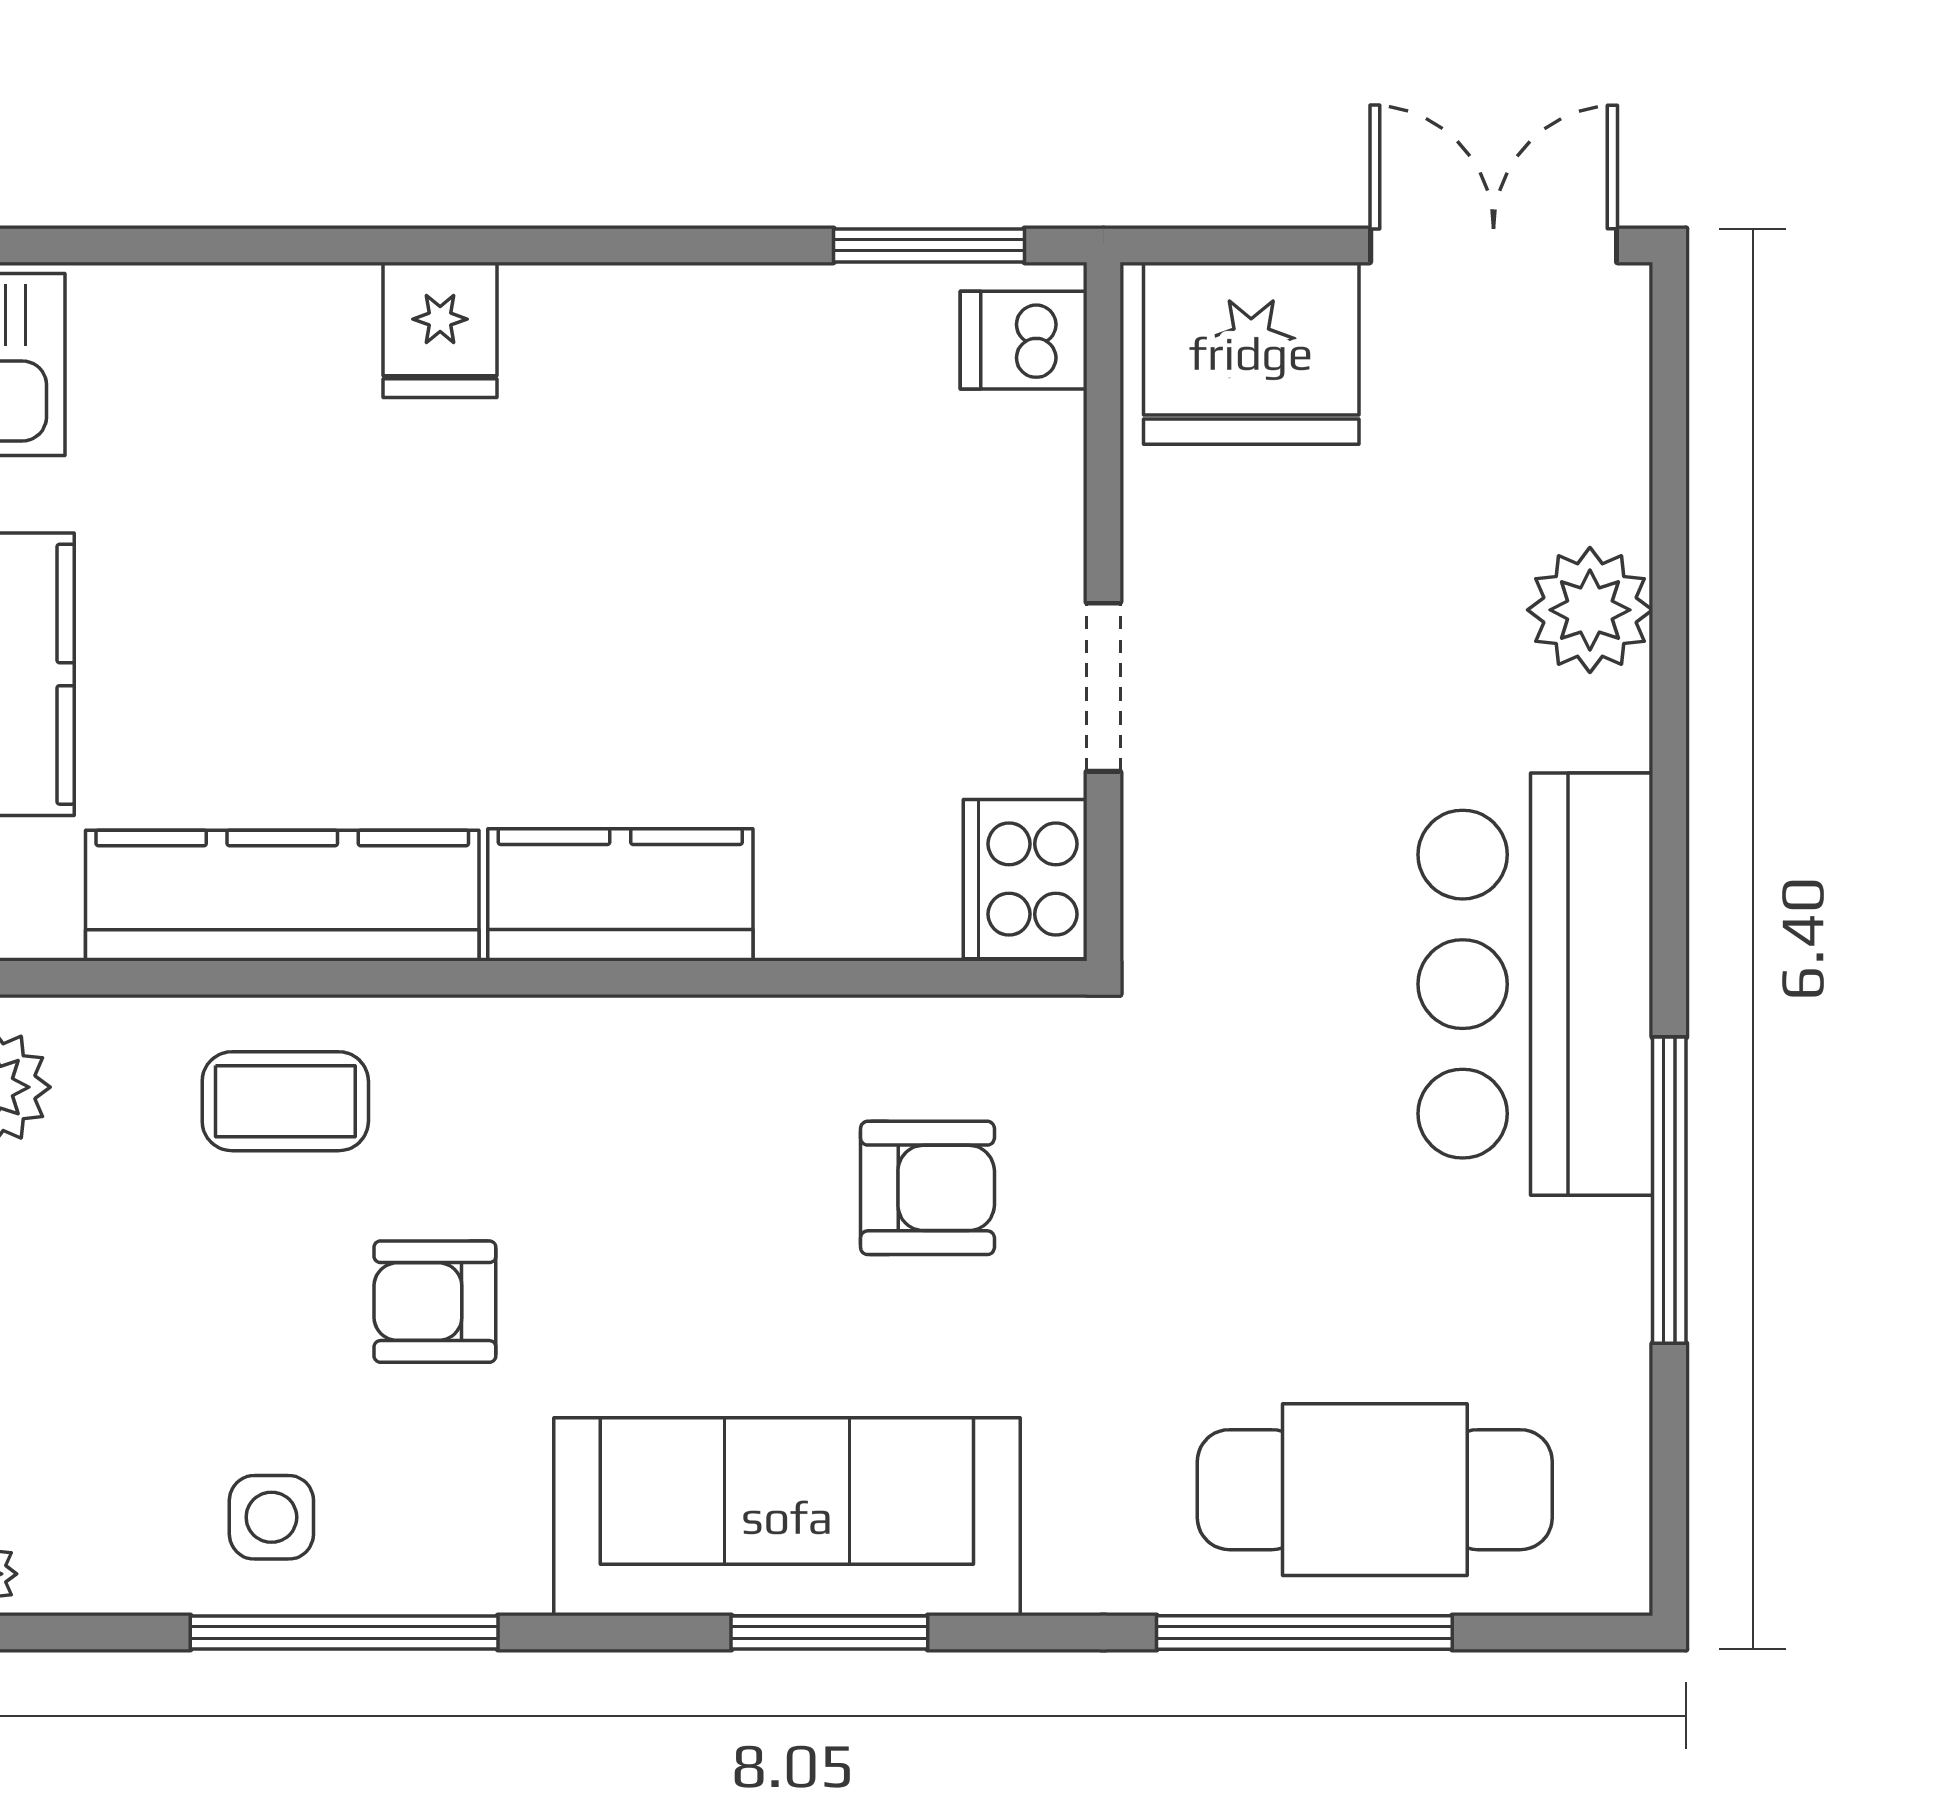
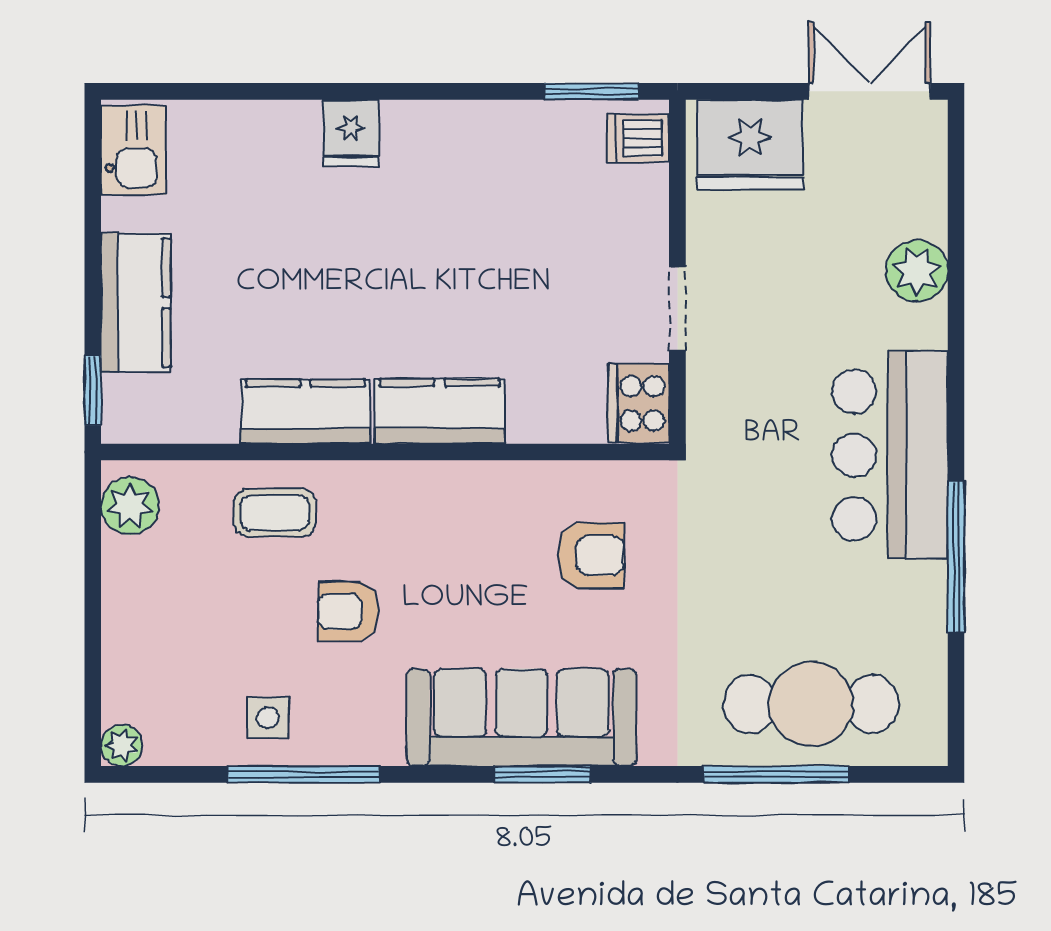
kitchen counter: (282, 896) -> (305, 412), width x0.67

